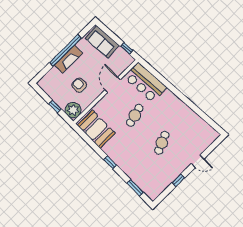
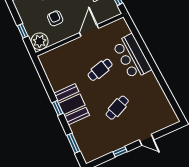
bar counter: (146, 83) -> (132, 57), moved
booth: (96, 129) -> (72, 104), moved

